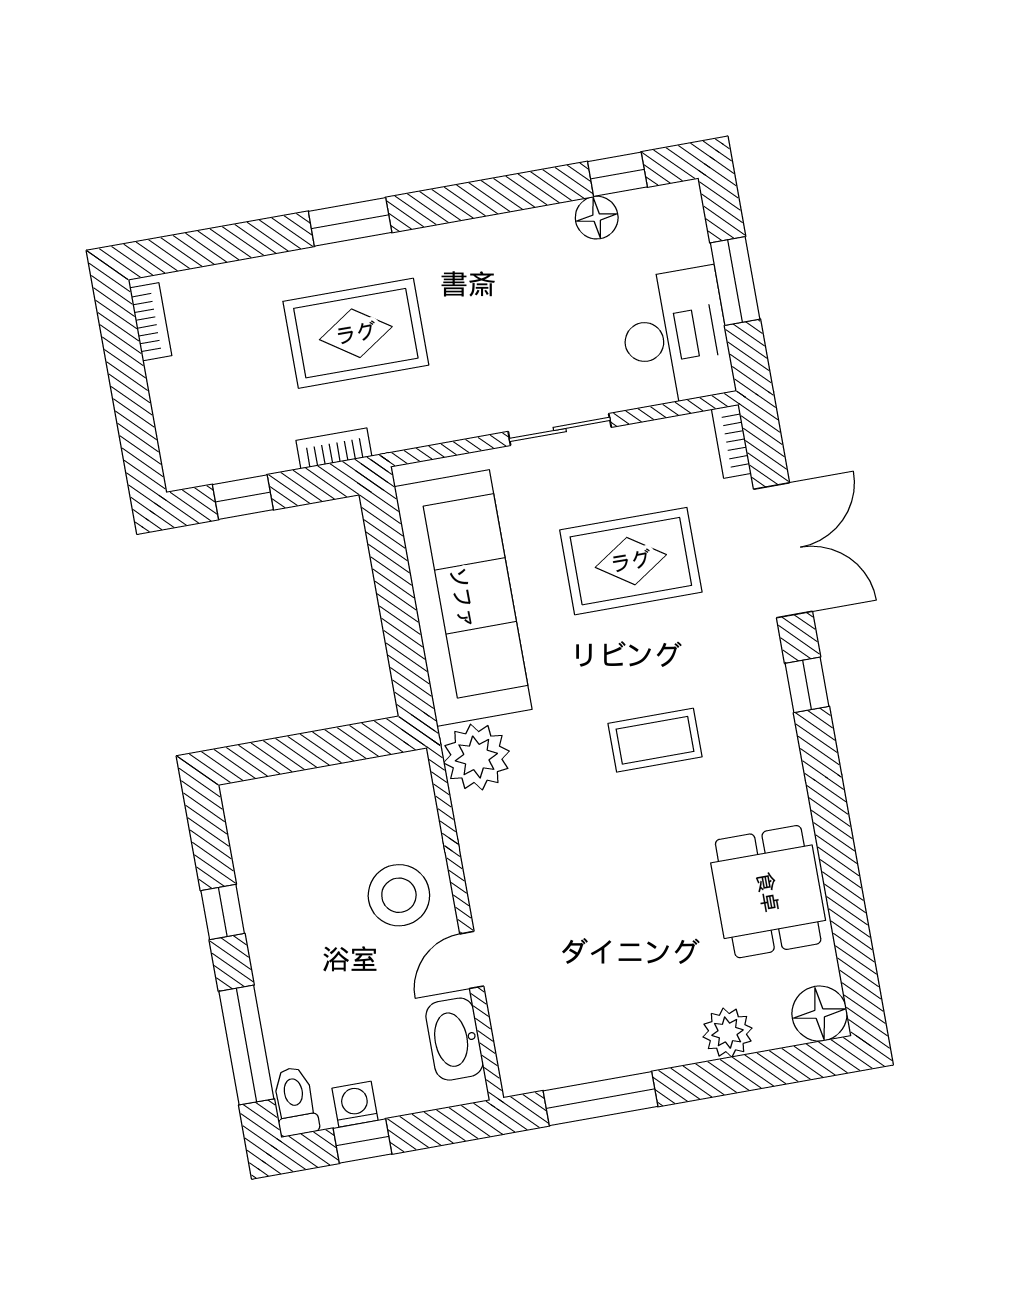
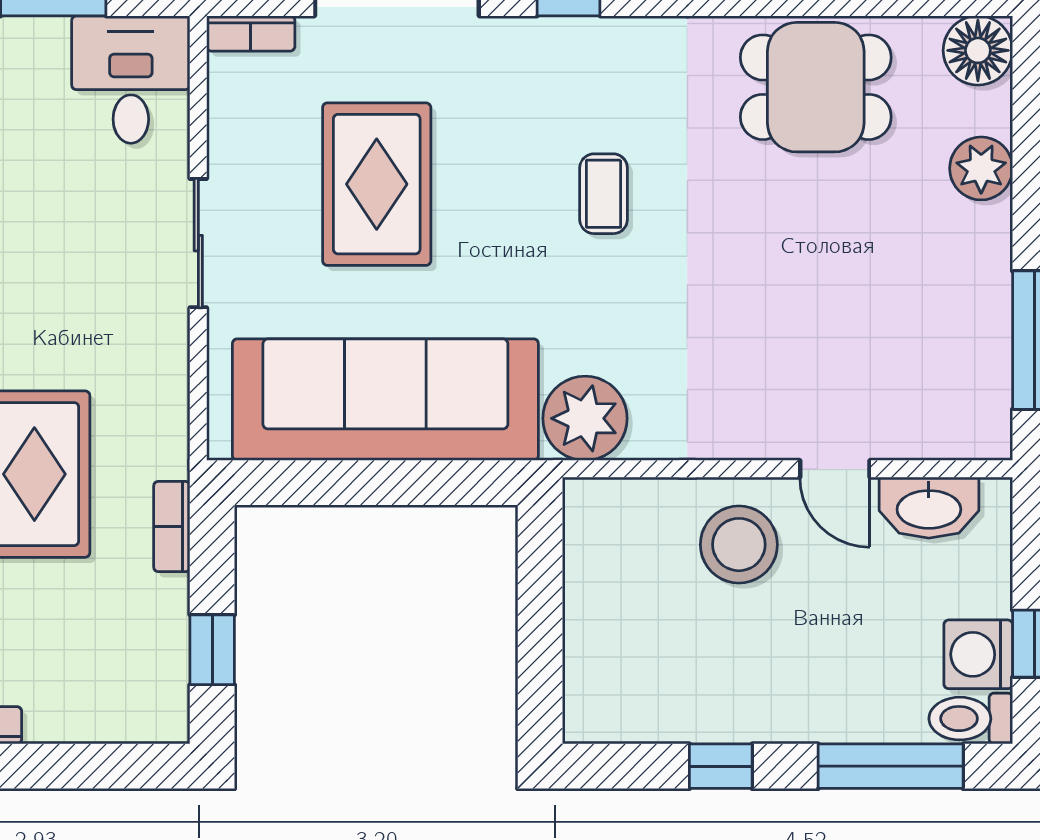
desk: (675, 336) -> (131, 80), width x0.73
coffee table: (655, 740) -> (604, 194), width x0.73, depth x0.77
washing machine: (355, 1104) -> (978, 654), width x1.38, depth x1.38

